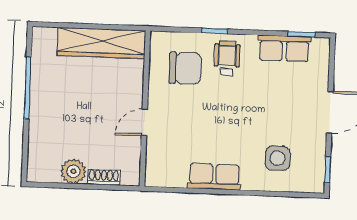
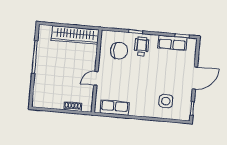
plant: (73, 171) -> (57, 103), removed
row of seats: (214, 177) -> (115, 108), moved

